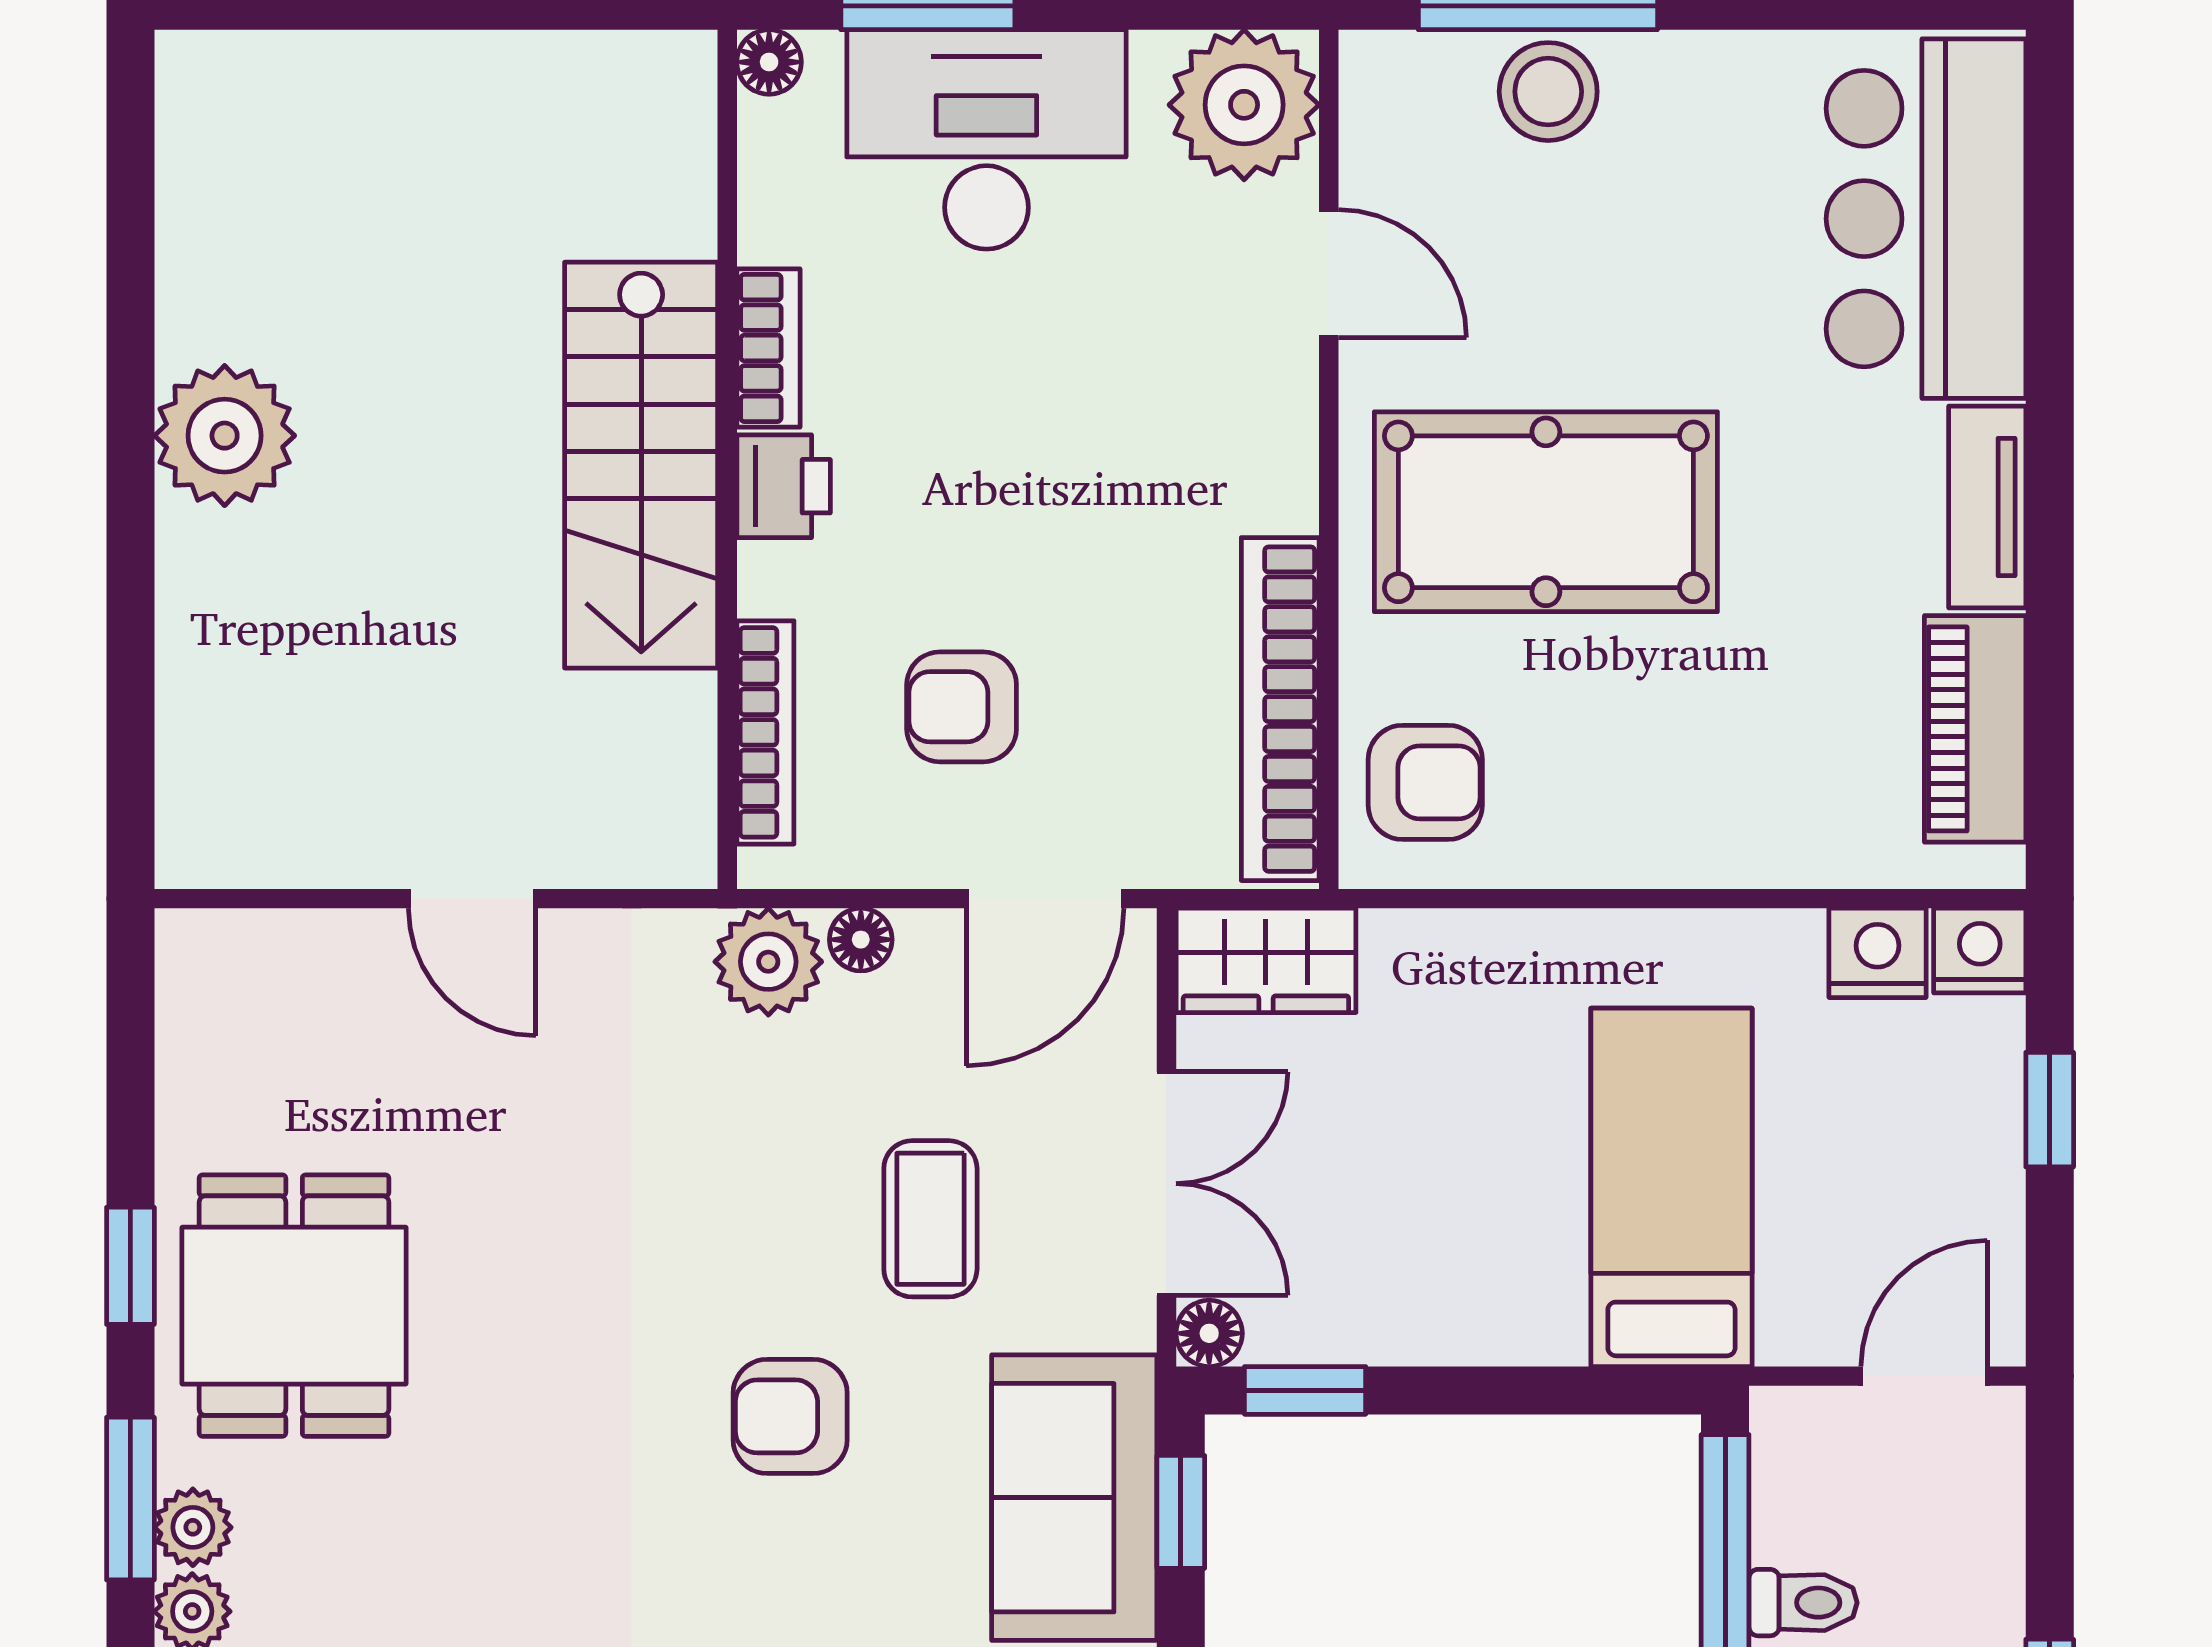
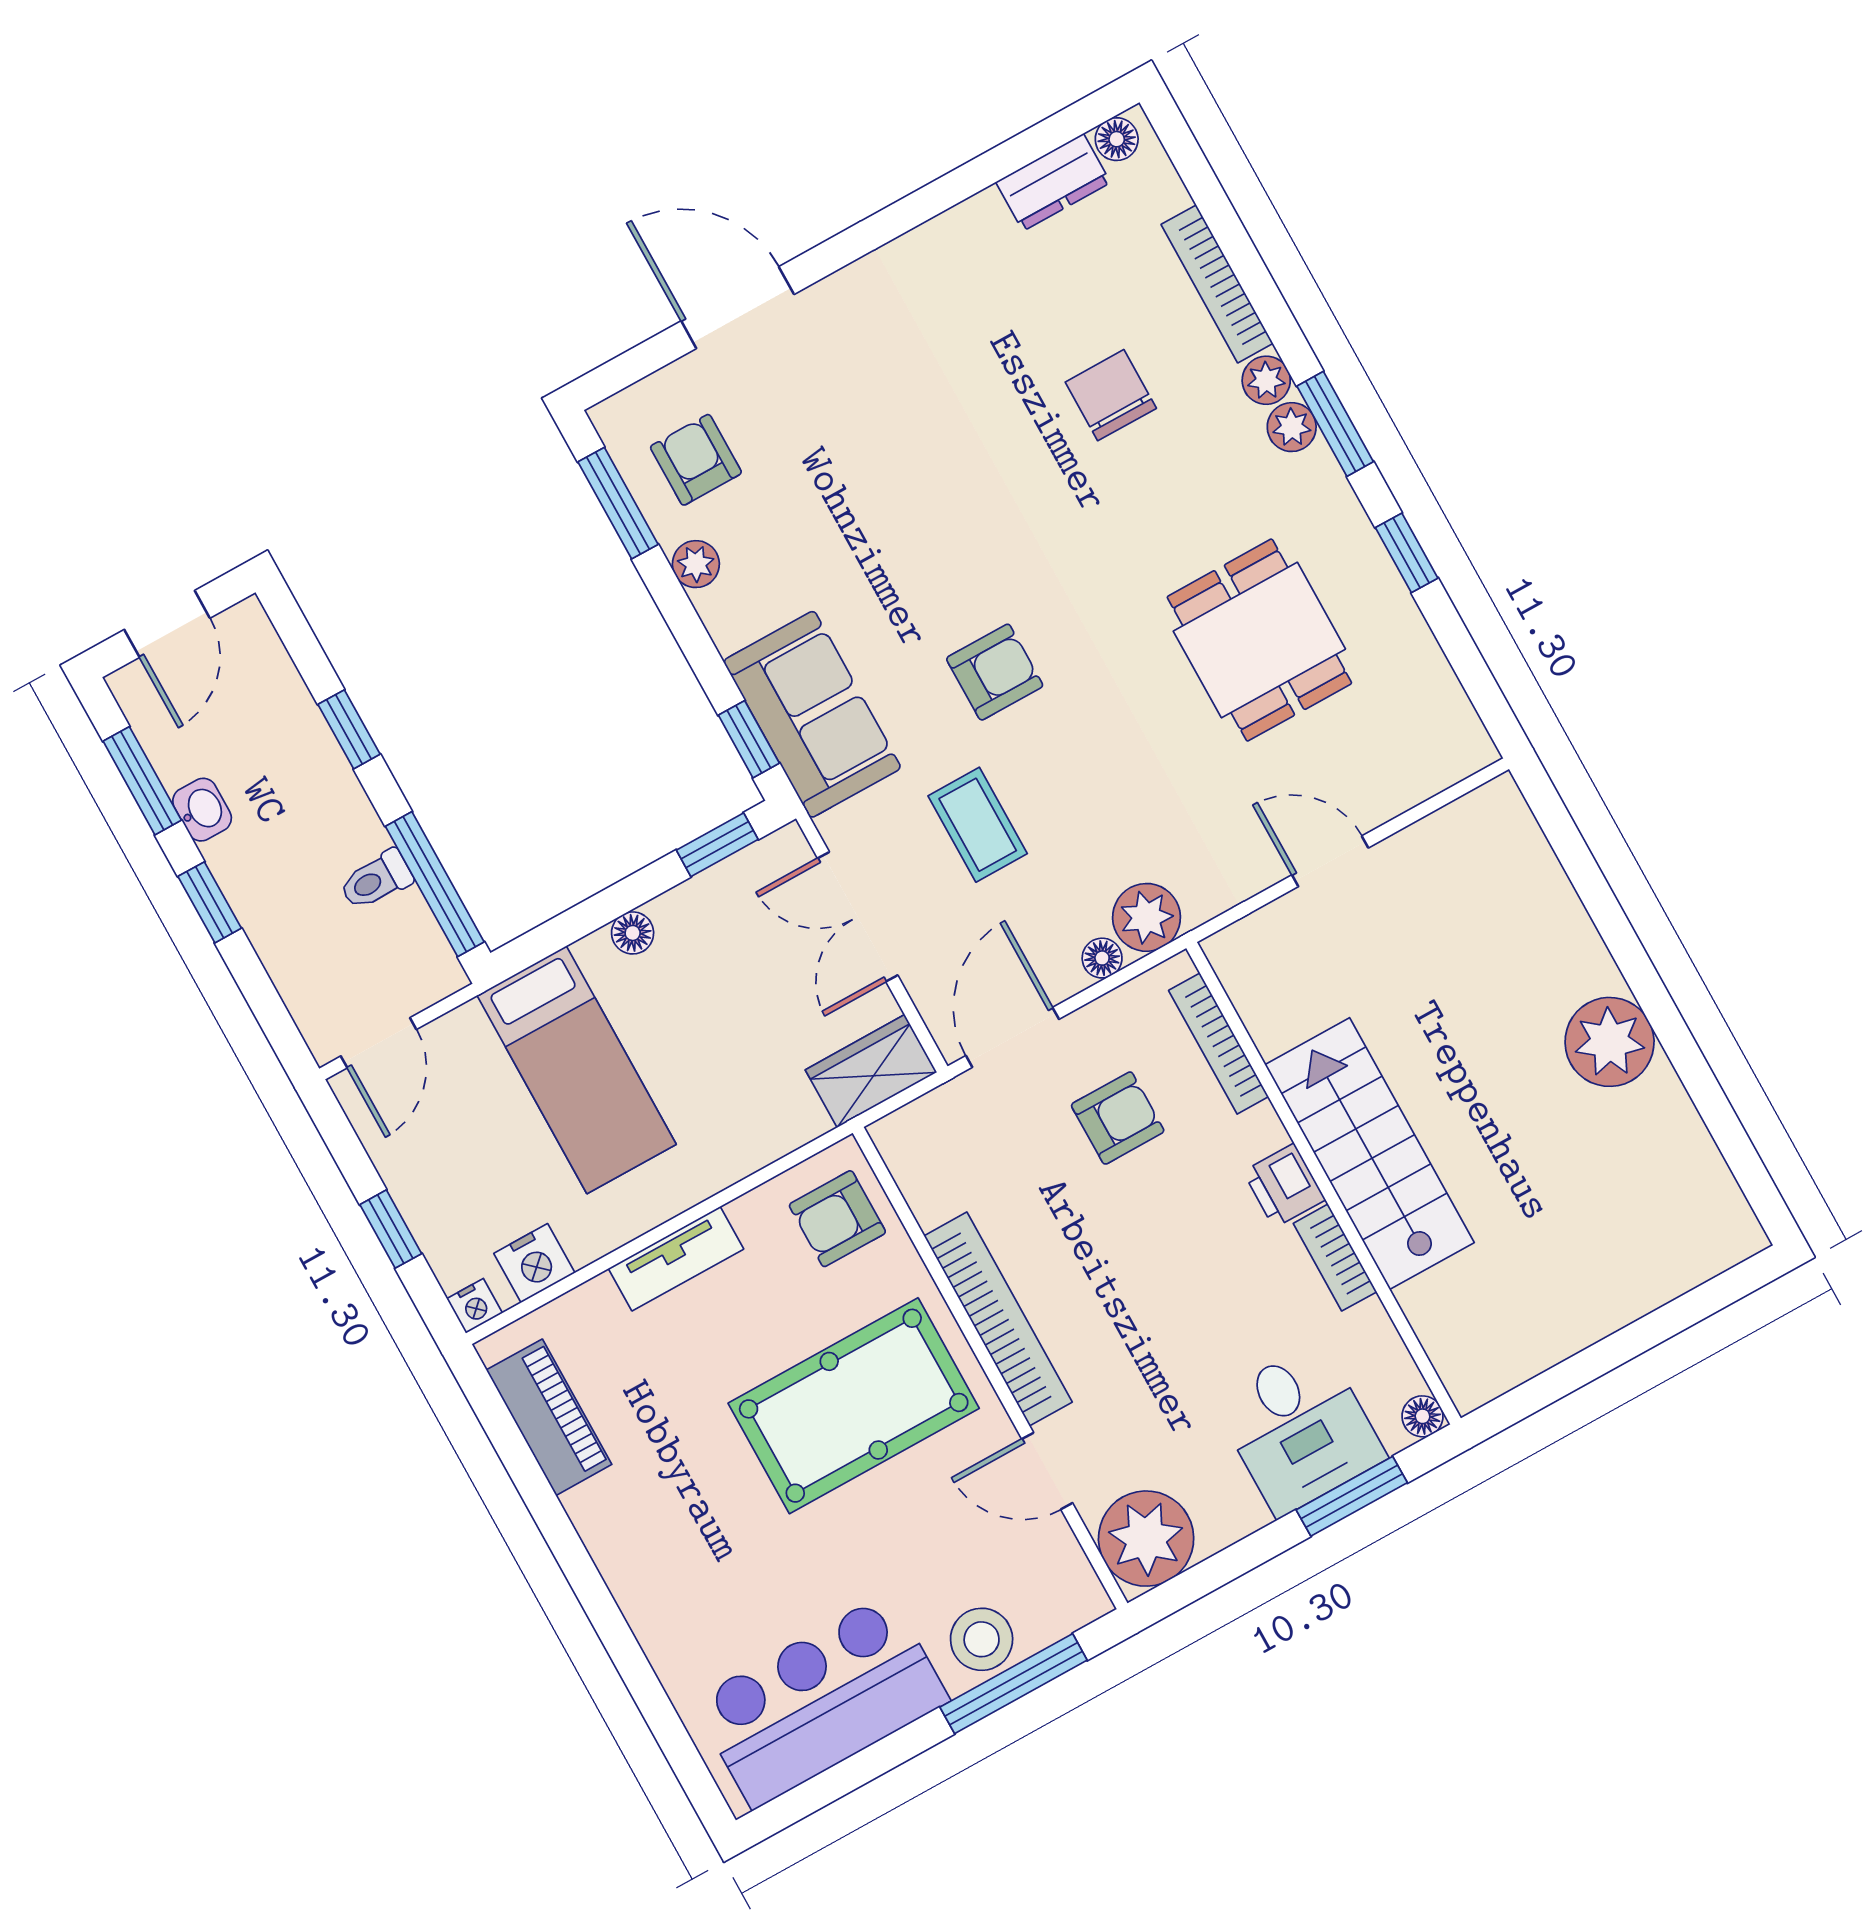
desk: (986, 139) -> (1299, 1429), width x0.73
bar counter: (1926, 219) -> (821, 1701), moved, turned -90
tv unit: (1987, 507) -> (676, 1259), moved, turned 90
bookcase: (1280, 709) -> (998, 1319), moved
nightstand: (1980, 951) -> (475, 1306), width x0.72, depth x0.74
dining table: (294, 1306) -> (1259, 640), moved
floor lamp: (1209, 1333) -> (633, 933), moved

